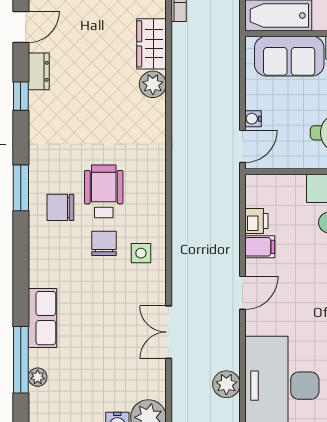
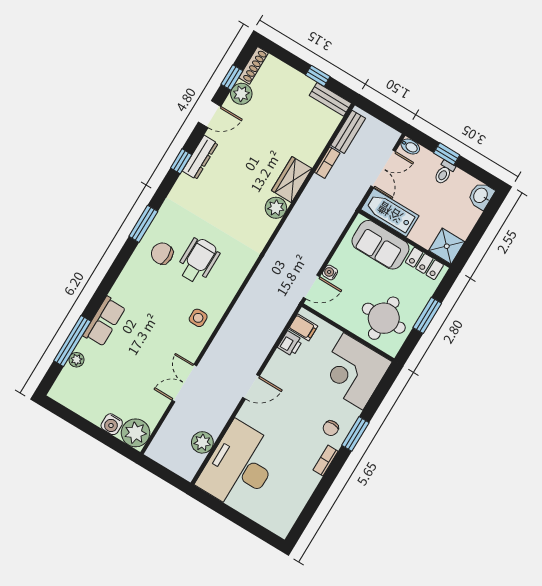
dresser: (39, 71) -> (200, 157), width x1.44
chair: (104, 243) -> (177, 296), removed
filing cabinet: (260, 247) -> (303, 327), moved

